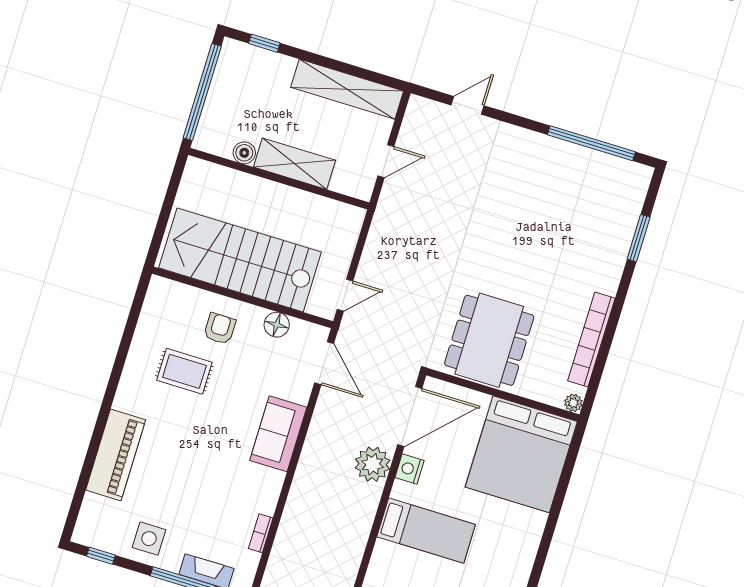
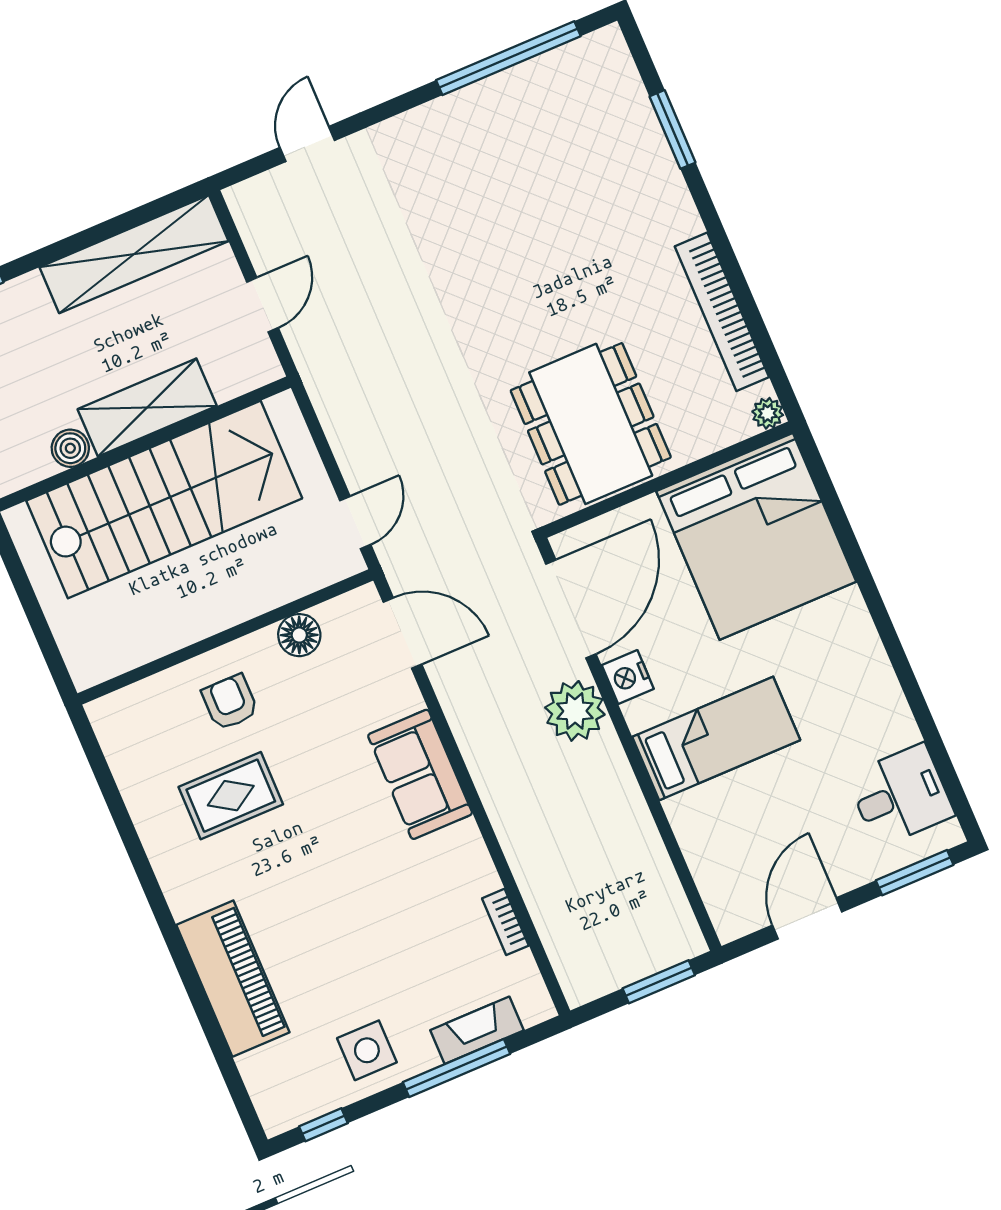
stairs: (240, 260) -> (164, 500), moved, turned 180

